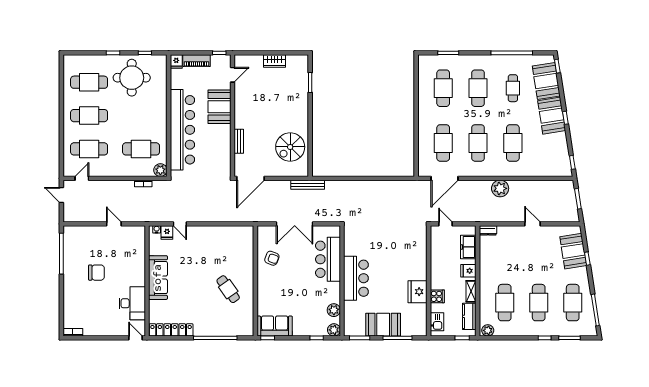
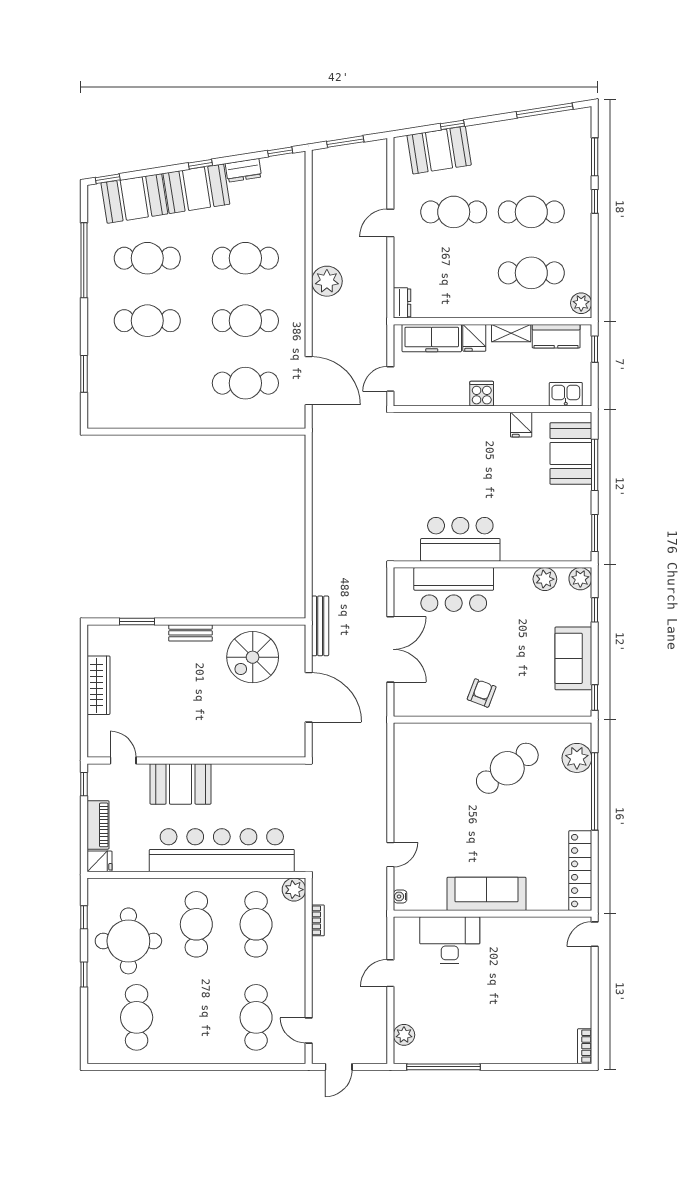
wardrobe: (275, 61) -> (98, 685), width x1.50
cafe table: (443, 88) -> (147, 383), removed
cafe table: (513, 88) -> (147, 258), width x1.37, depth x1.35
cafe table: (89, 116) -> (196, 924), moved
bench: (239, 141) -> (190, 633), moved
dresser: (562, 142) -> (243, 170), added
spiral stairs: (290, 147) -> (253, 657), turned 90
door: (250, 178) -> (309, 697), moved
plant: (79, 232) -> (404, 1035), added
fridge: (167, 232) -> (406, 878), removed
freezer: (468, 247) -> (432, 338), width x1.40
armchair: (272, 258) -> (482, 693), moved
chair: (96, 273) -> (478, 1004), removed
bar counter: (356, 278) -> (460, 539), moved
cafe table: (228, 289) -> (507, 768), width x1.37, depth x1.35
fridge: (418, 292) -> (521, 425), width x0.53, depth x0.75
cooker: (437, 296) -> (482, 394), moved
desk: (132, 303) -> (450, 940), moved
cafe table: (573, 303) -> (454, 212), moved
booth: (383, 325) -> (571, 454), moved
sofa: (275, 326) -> (573, 658), moved
plant: (234, 328) -> (577, 758), added

